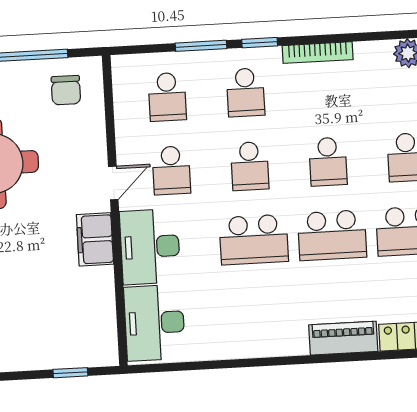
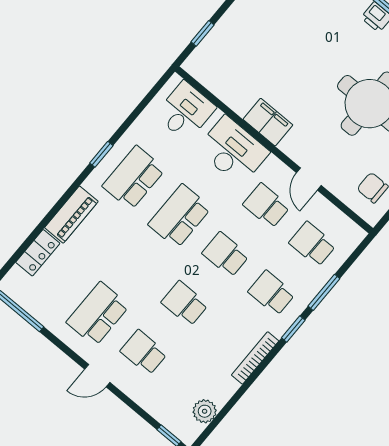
door: (113, 183) -> (309, 179), moved
school desk: (332, 235) -> (134, 178), moved
desk: (155, 323) -> (185, 111), width x0.73
window: (264, 362) -> (101, 154), added

